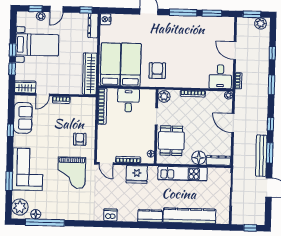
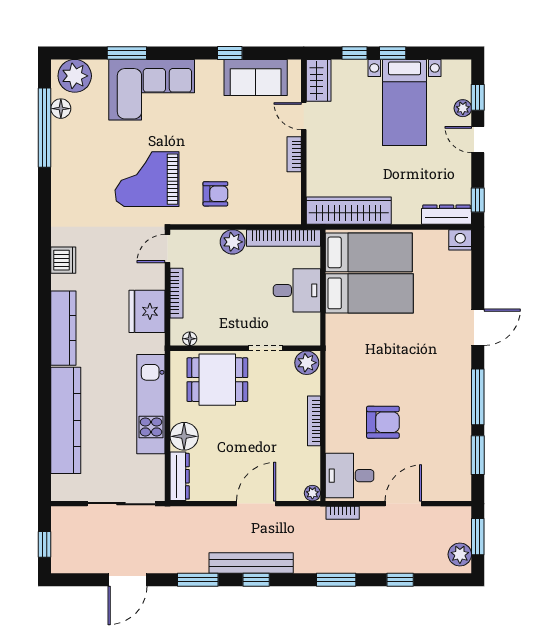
armchair: (157, 71) -> (383, 422), moved
plant: (104, 131) -> (233, 242), added
bench: (261, 156) -> (251, 563), moved
kitchen counter: (150, 216) -> (63, 328), width x1.50

